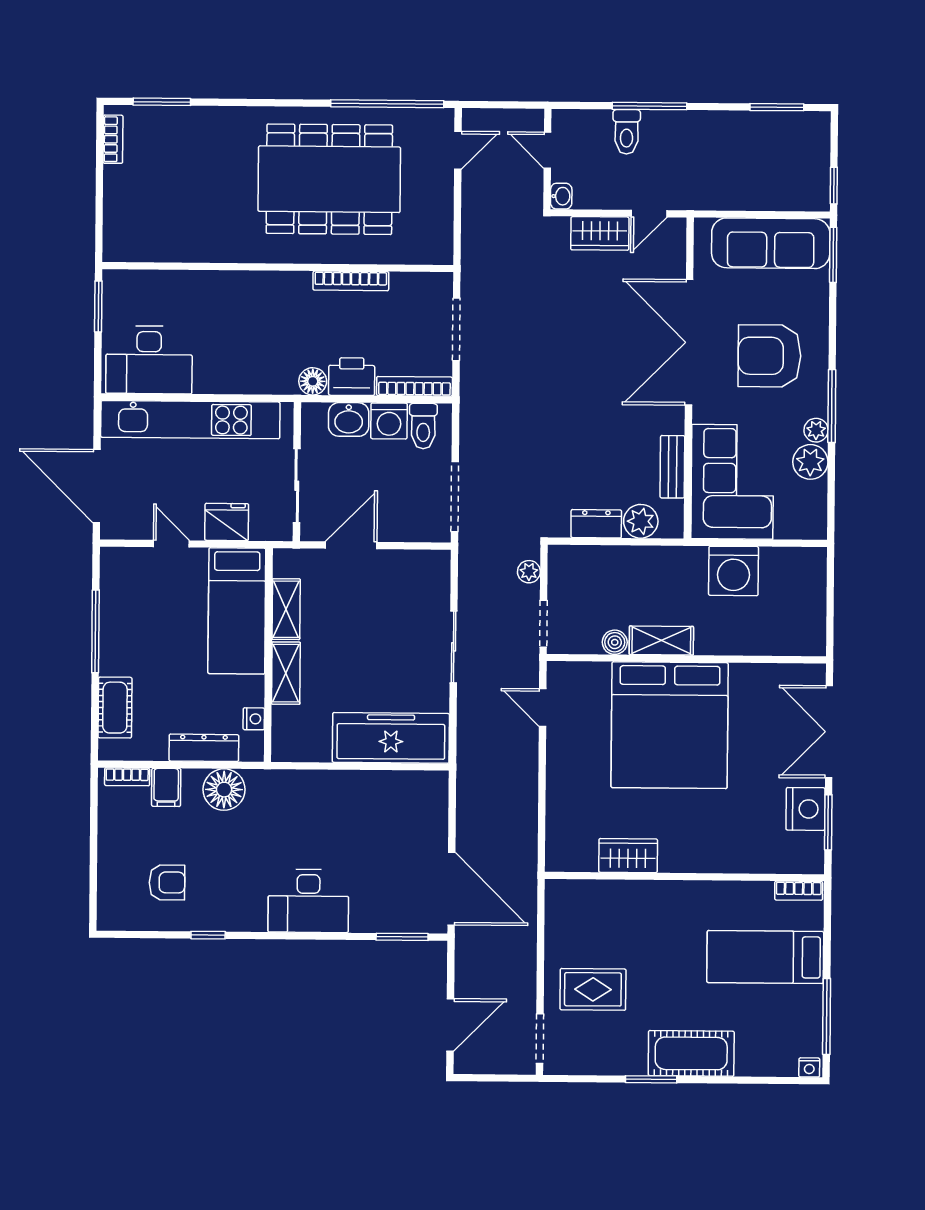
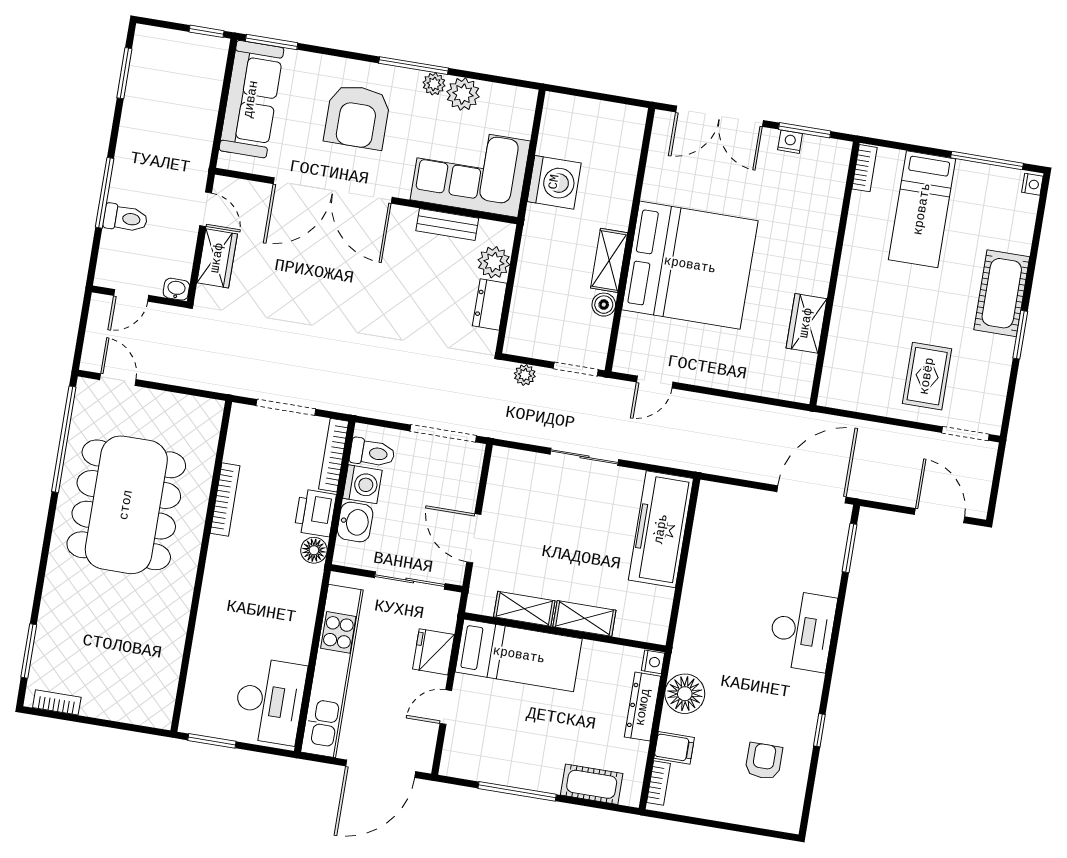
nightstand: (254, 719) -> (653, 662), moved, turned 90
nightstand: (806, 809) -> (790, 142), width x0.53, depth x0.56

